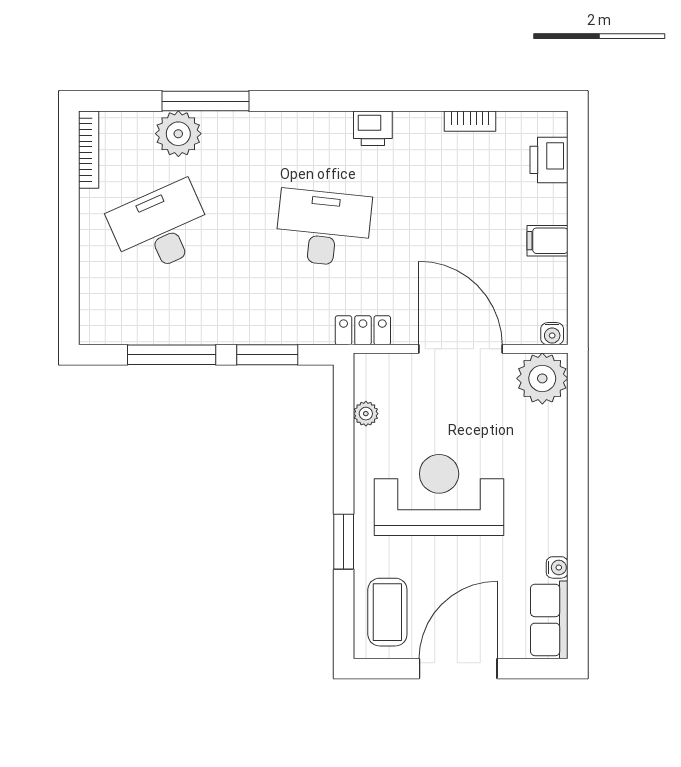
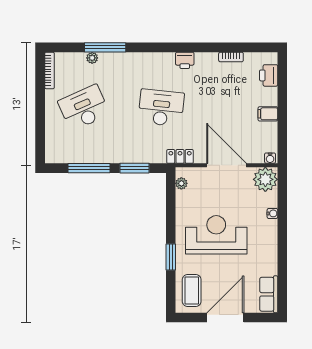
plant: (178, 134) -> (92, 58), width x0.53, depth x0.53
plant: (366, 414) -> (181, 183), moved
water cooler: (557, 567) -> (272, 213), moved

